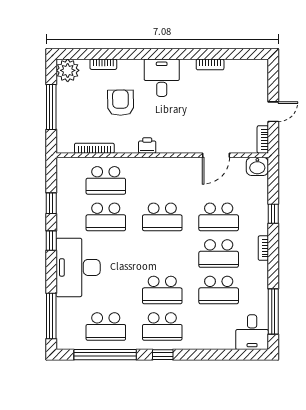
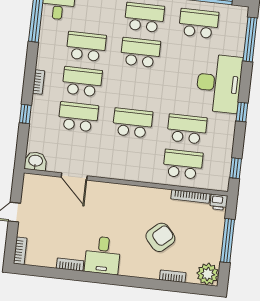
desk: (162, 78) -> (103, 255), moved
armchair: (121, 103) -> (160, 237), turned -131
bookcase: (263, 139) -> (20, 251), moved
printer: (147, 145) -> (219, 202), moved
door: (216, 155) -> (74, 176), swing flipped
window: (51, 203) -> (236, 168), moved

